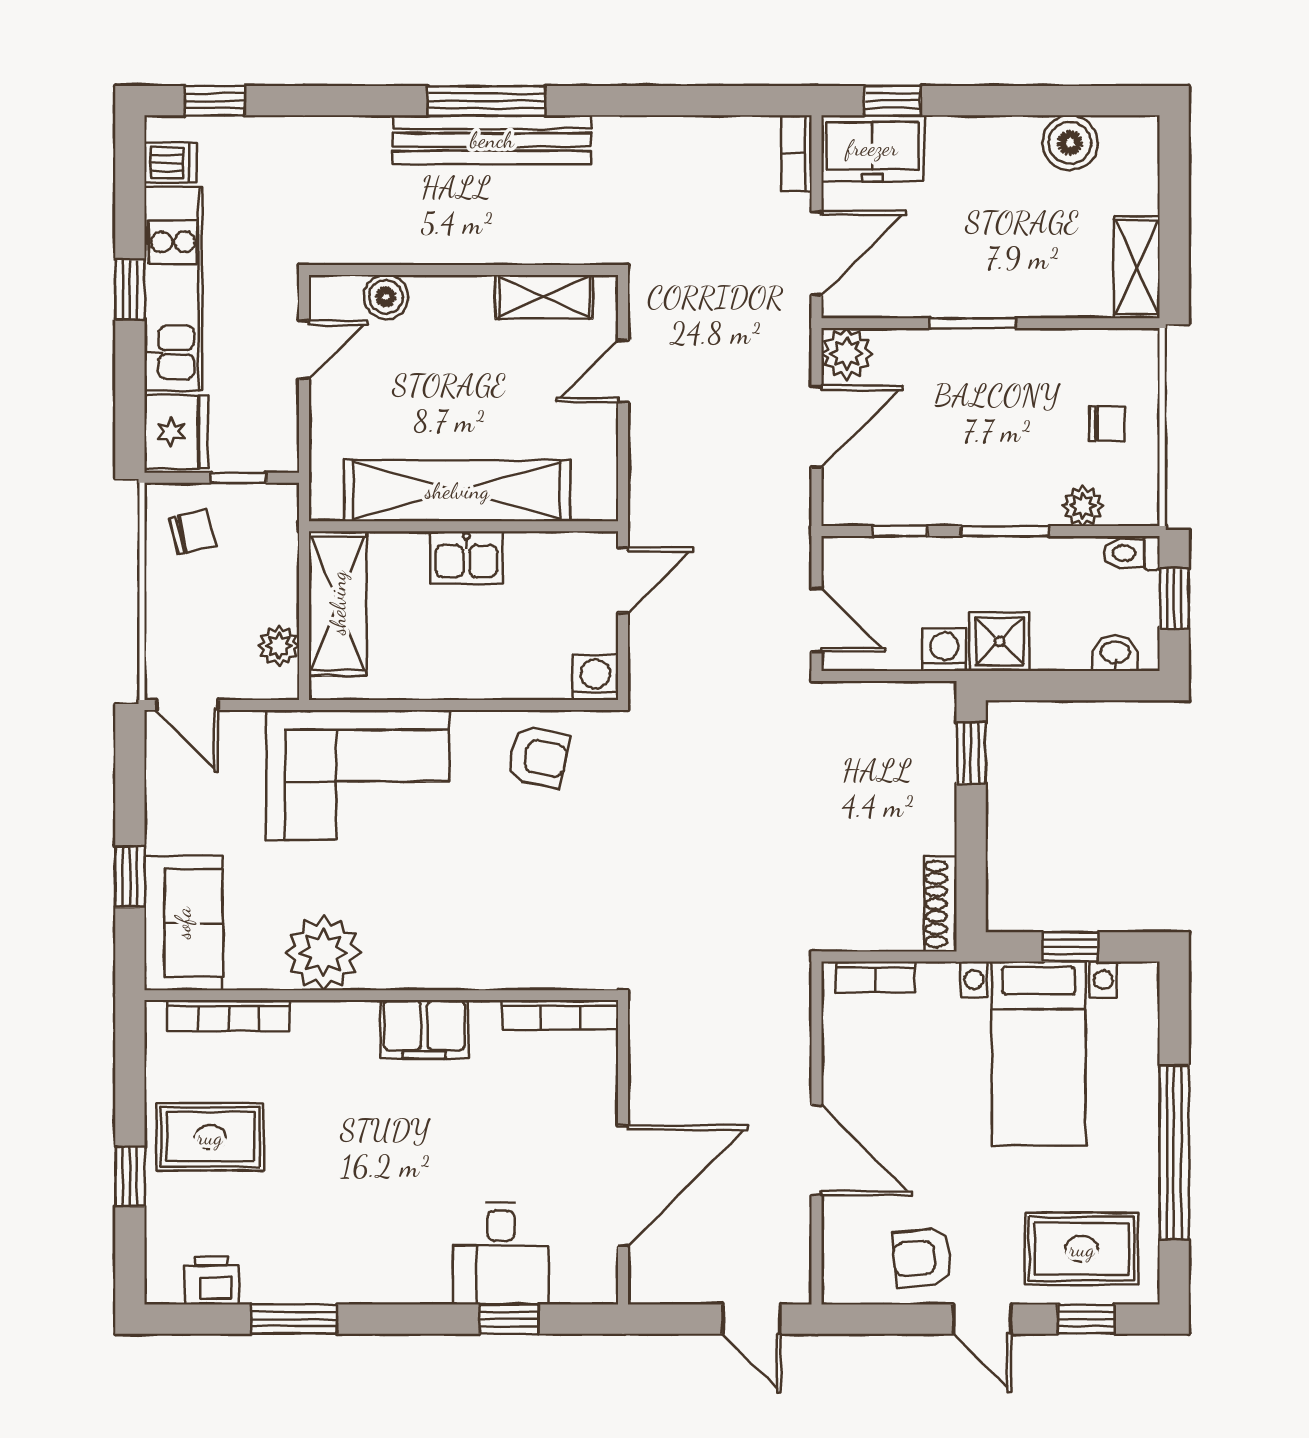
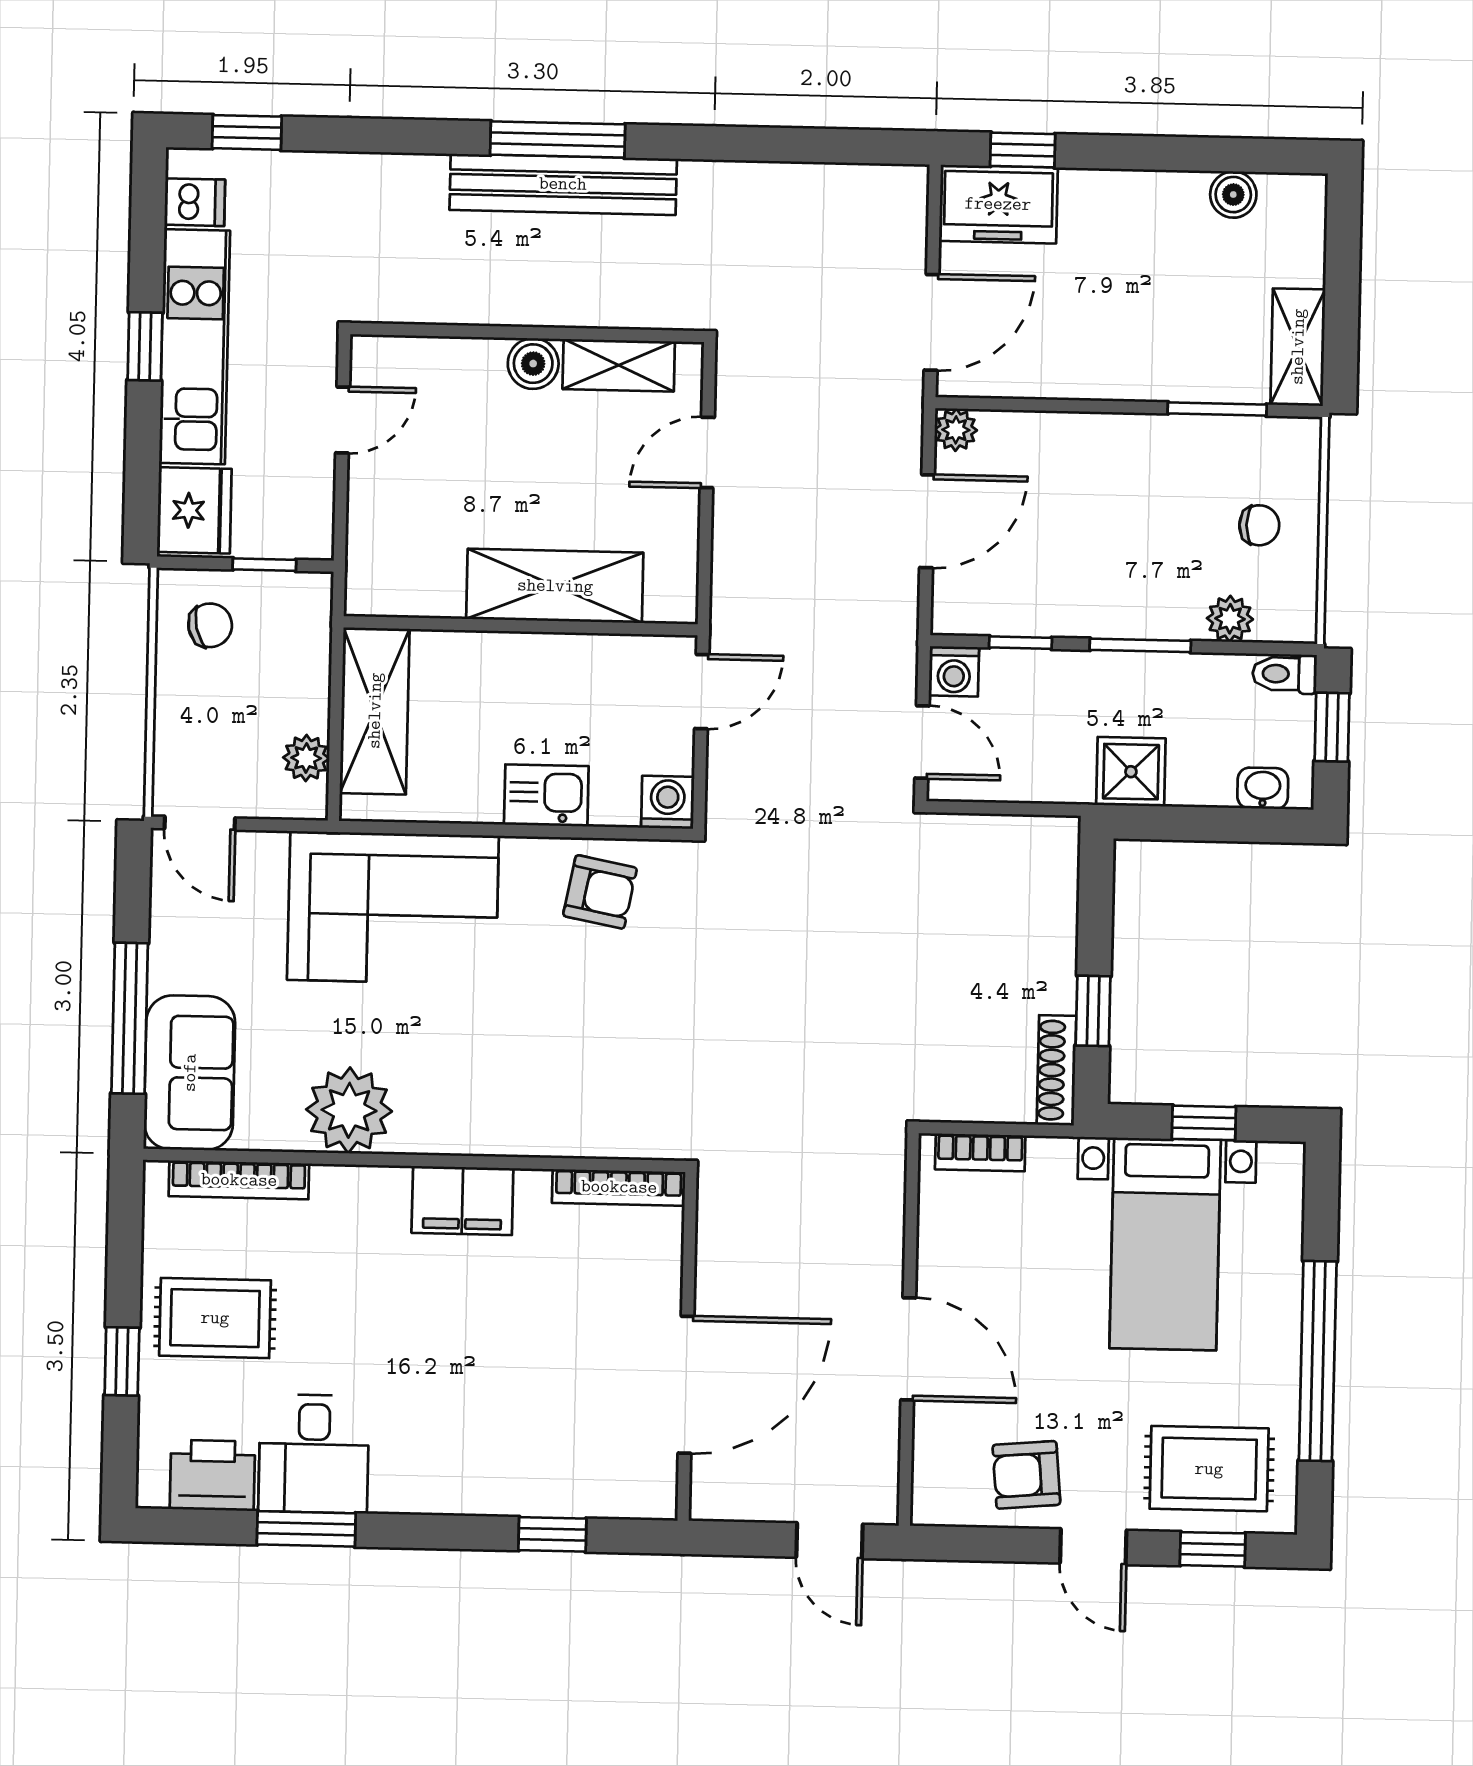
boiler: (1070, 143) -> (1233, 195), width x0.73, depth x0.73
bookcase: (796, 153) -> (911, 208), removed
boiler: (386, 297) -> (533, 364), moved
window: (973, 323) -> (1217, 409), moved
plant: (847, 353) -> (956, 430), width x0.73, depth x0.73
shelving: (457, 491) -> (555, 586), width x0.68
kitchen sink: (466, 557) -> (546, 795), moved, turned 180
washing machine: (944, 650) -> (954, 671), moved, turned 180
window: (971, 753) -> (1093, 1011), moved
window: (130, 877) -> (130, 1018), width x2.17
desk: (501, 1253) -> (314, 1454), moved
printer: (211, 1280) -> (212, 1475), width x1.36, depth x1.24

